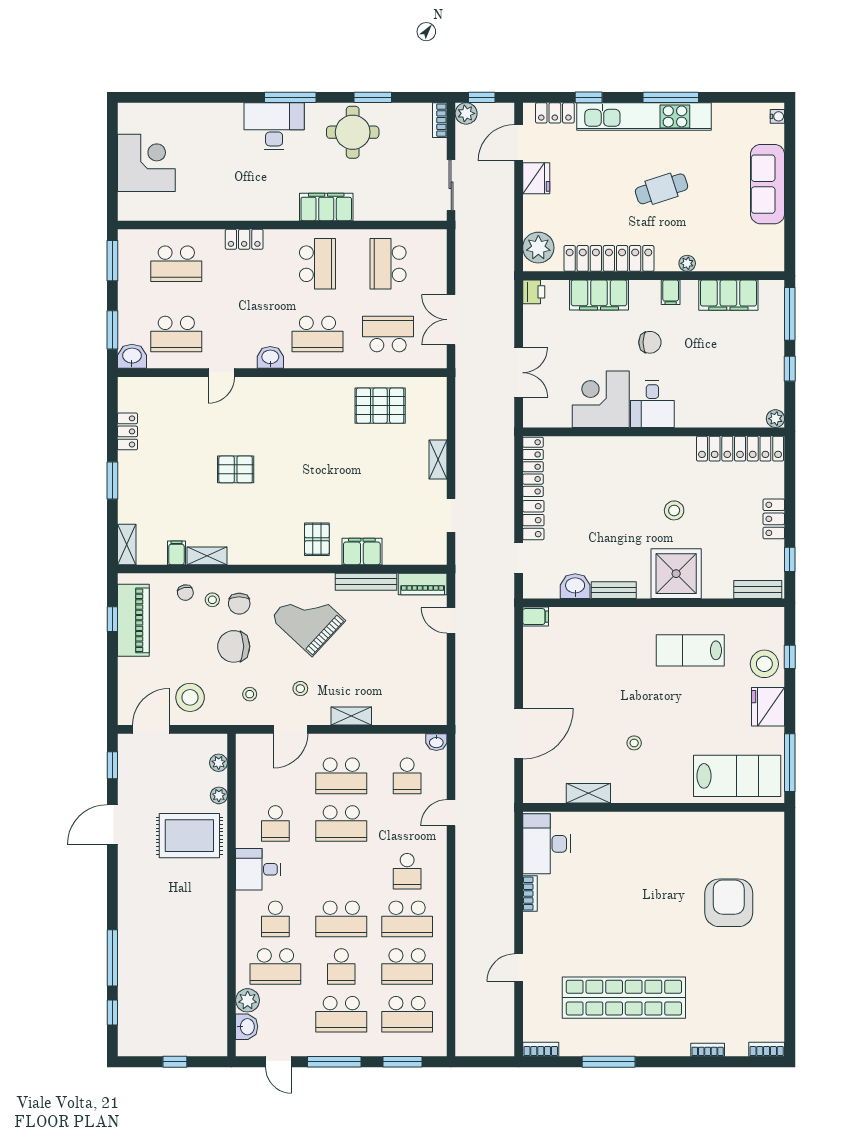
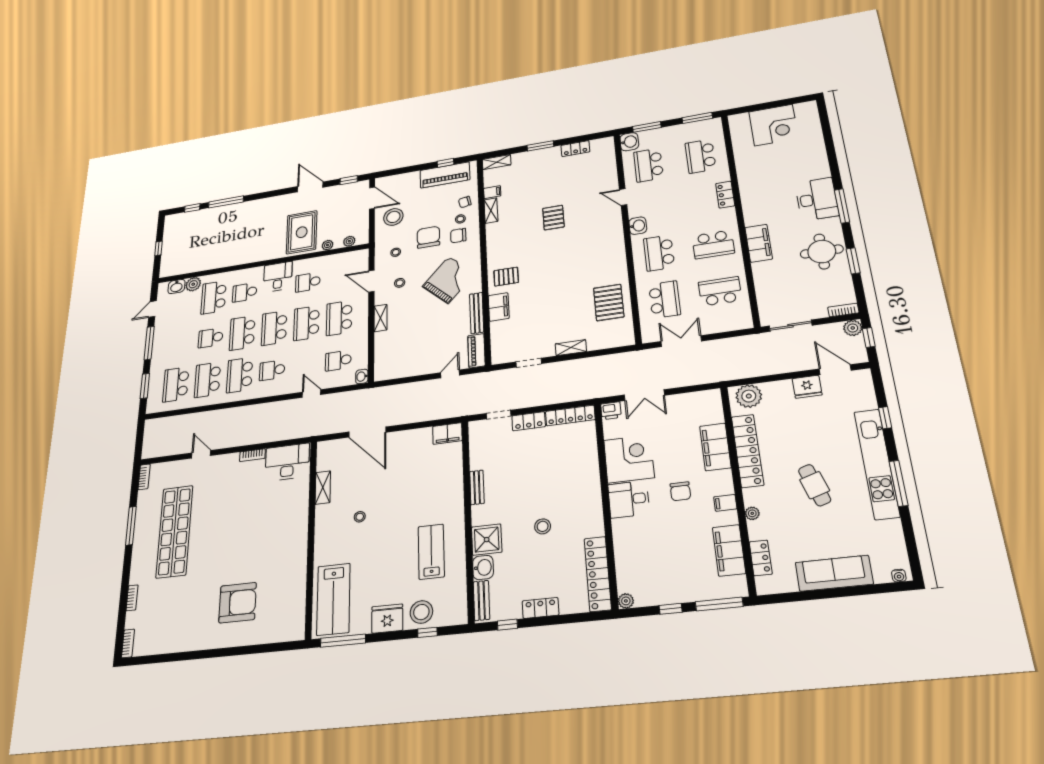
locker: (555, 113) -> (761, 558), moved, turned 180
printer: (534, 292) -> (611, 411), moved
shower: (676, 574) -> (487, 540), width x0.73, depth x0.73
washbasin: (575, 586) -> (483, 568), moved
filing cabinet: (536, 617) -> (447, 434), width x2.00
school desk: (341, 1014) -> (274, 328), moved

